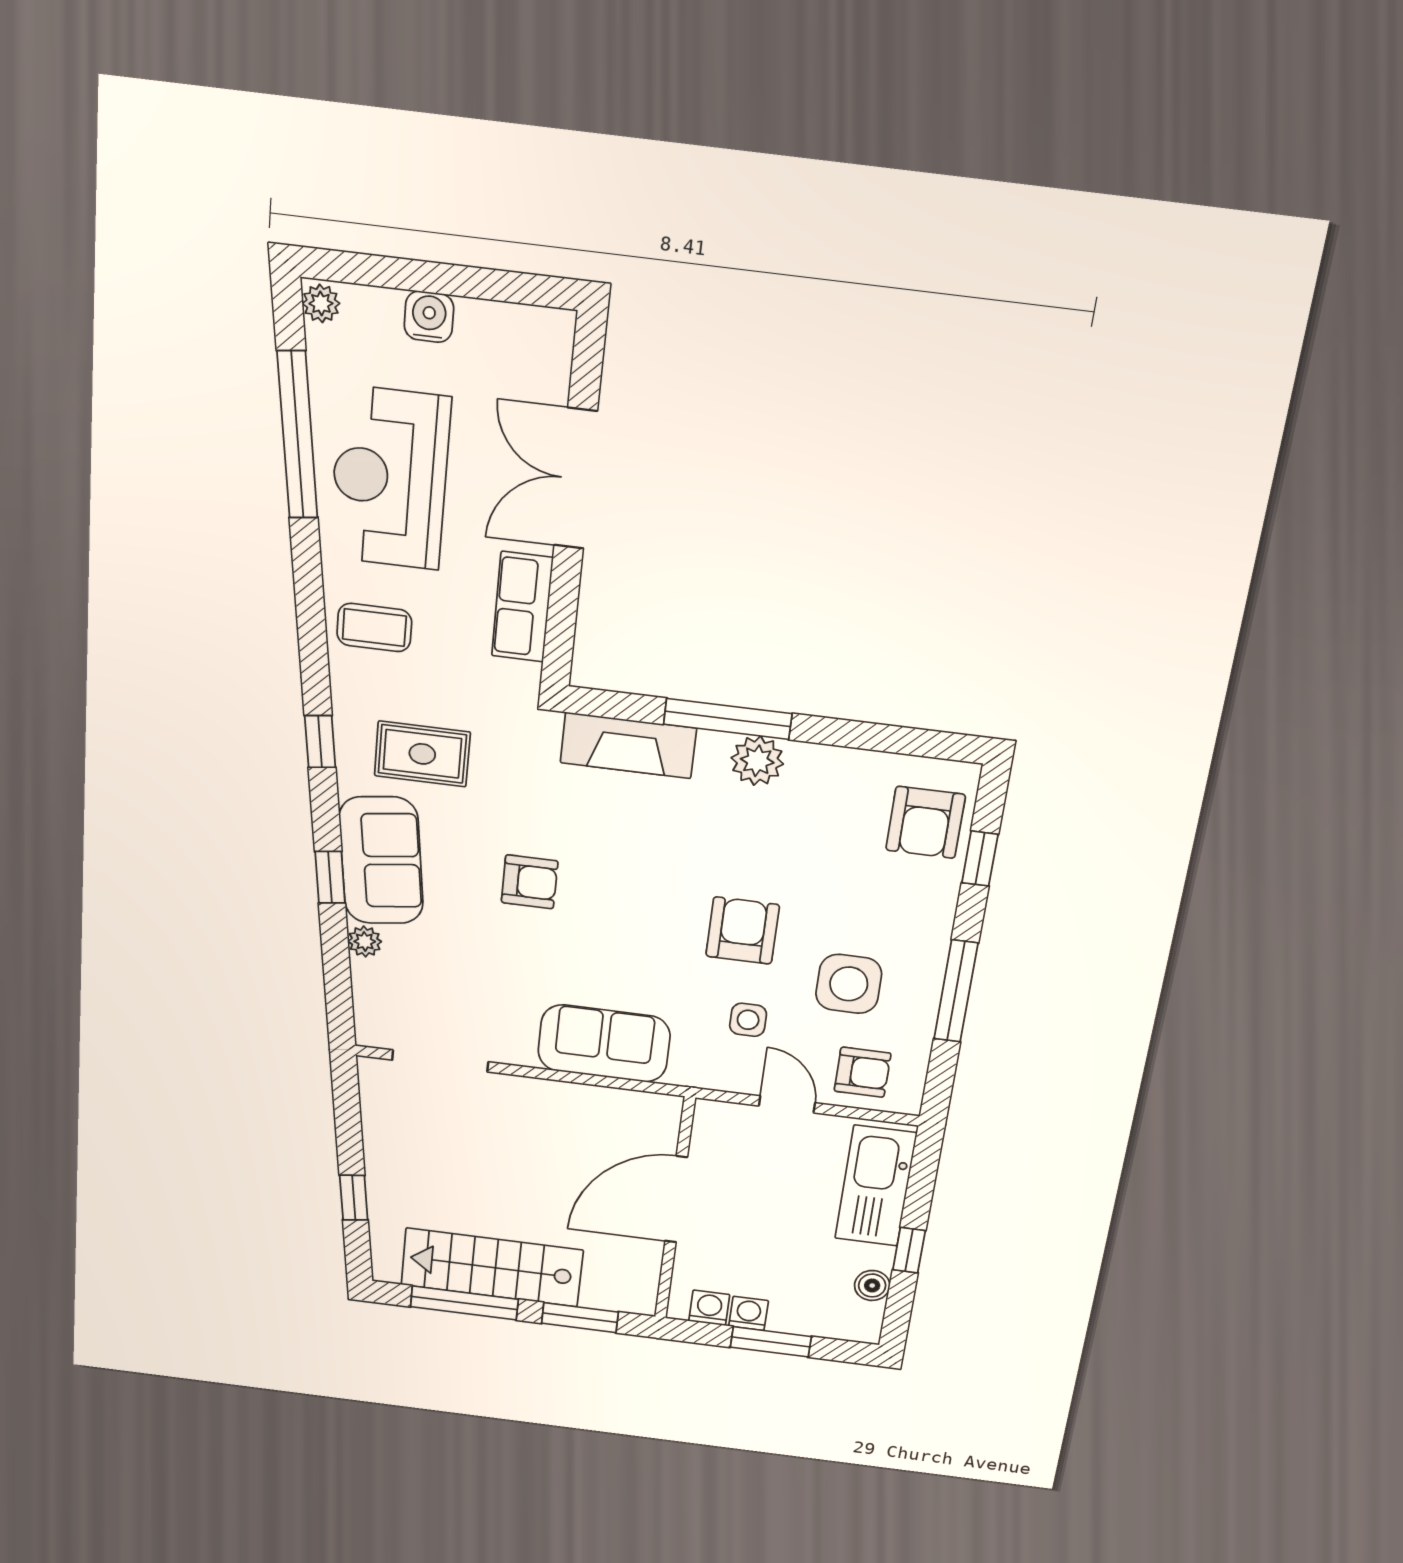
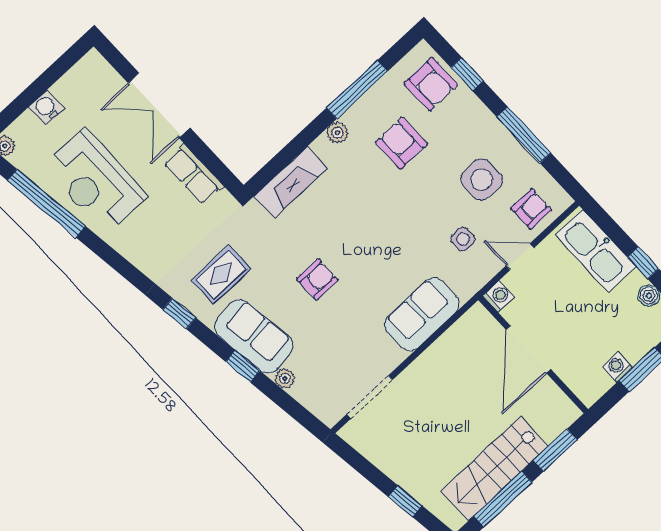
coffee table: (374, 628) -> (150, 245), removed
window: (728, 719) -> (357, 90), moved
plant: (757, 761) -> (337, 133), width x0.73, depth x0.73
armchair: (743, 930) -> (402, 143), moved
washing machine: (709, 1308) -> (499, 296), moved, turned 90

